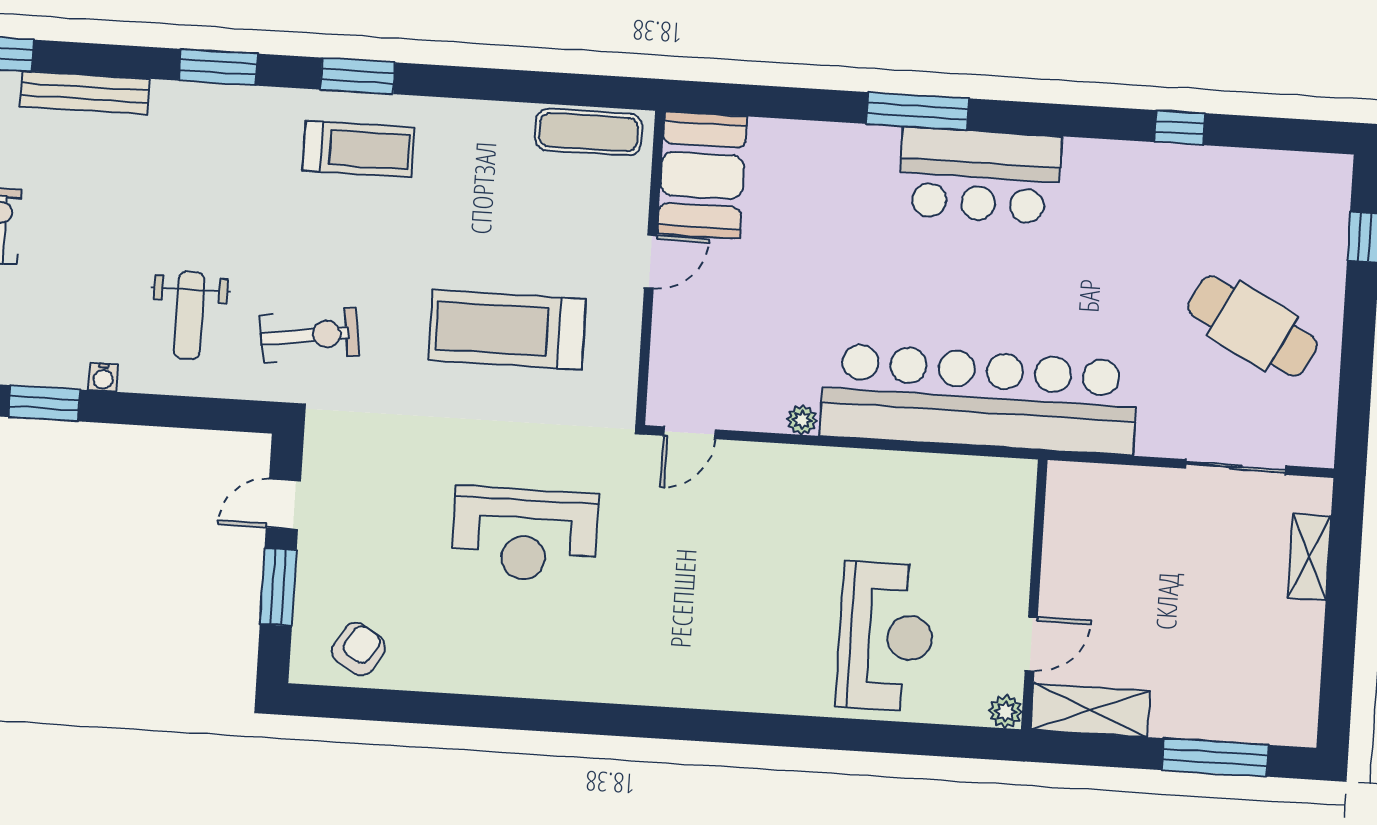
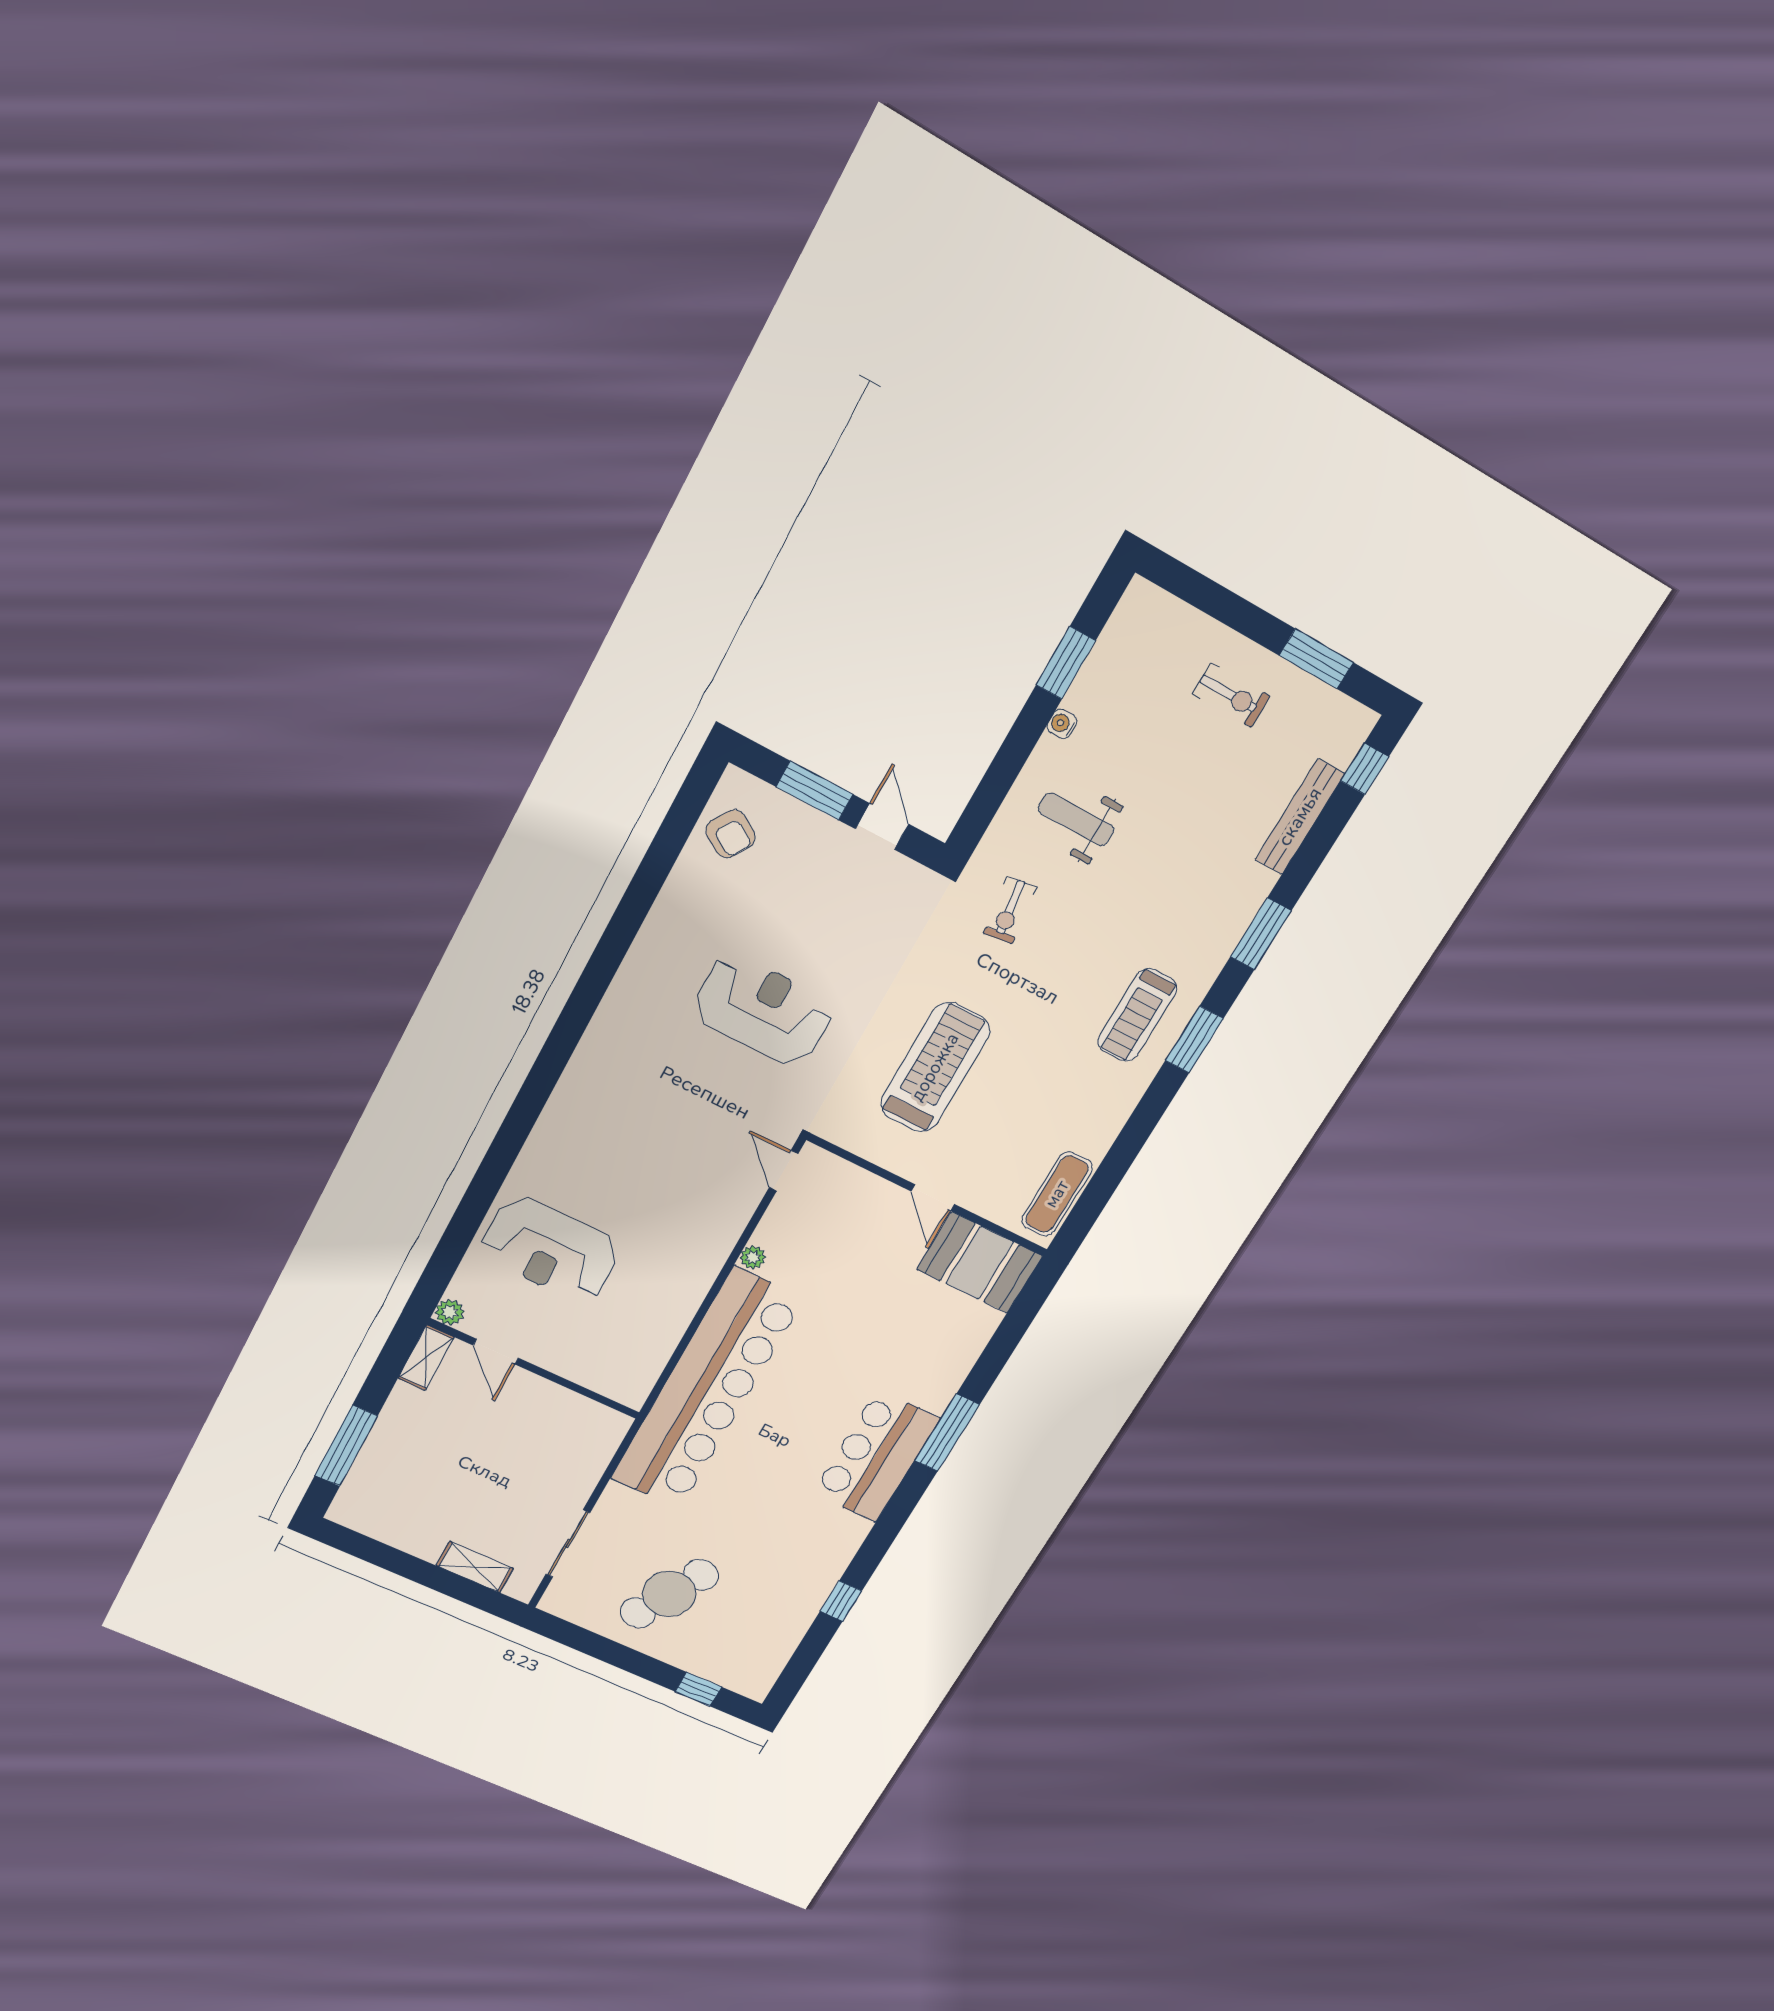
exercise bike: (309, 335) -> (1010, 910), width x0.73, depth x0.72
reception desk: (525, 534) -> (763, 1010), turned 90
shelving: (1090, 710) -> (426, 1358), width x0.67, depth x0.75

